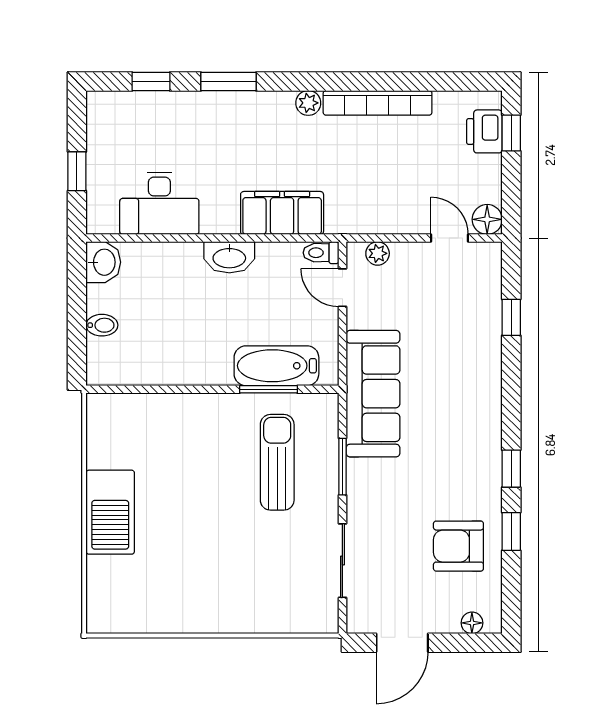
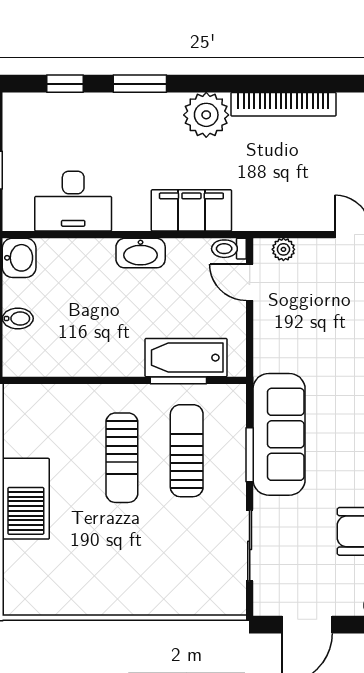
plant: (308, 103) -> (206, 115), width x1.88, depth x1.88
sofa: (373, 394) -> (279, 434), moved
sun lounger: (210, 470) -> (122, 458), added

